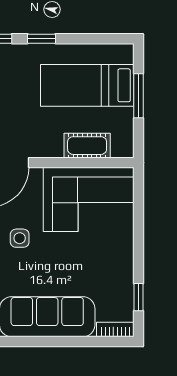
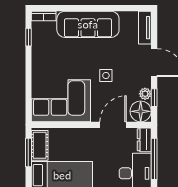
window: (138, 96) -> (28, 153), moved
cot: (87, 146) -> (40, 145), moved, turned 90

